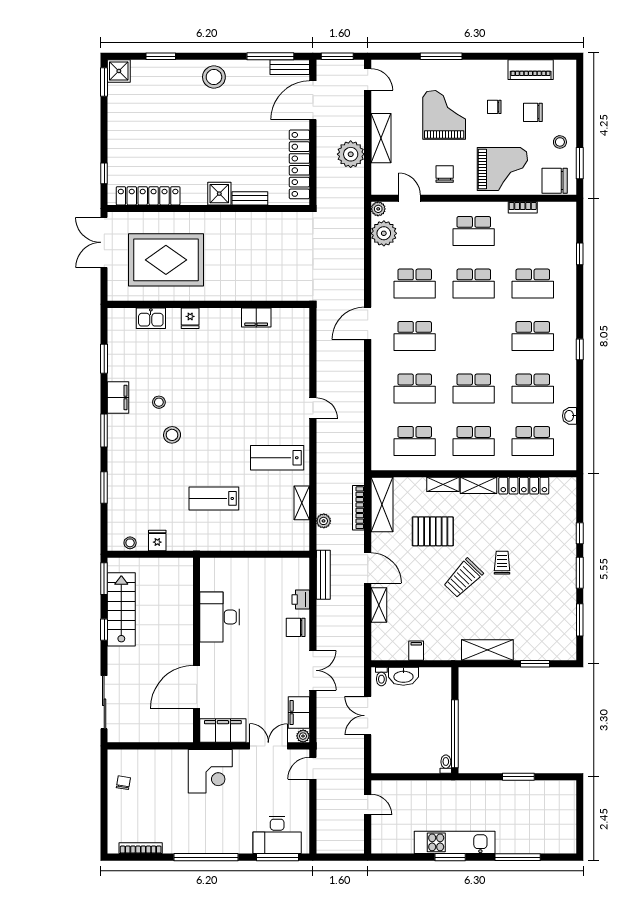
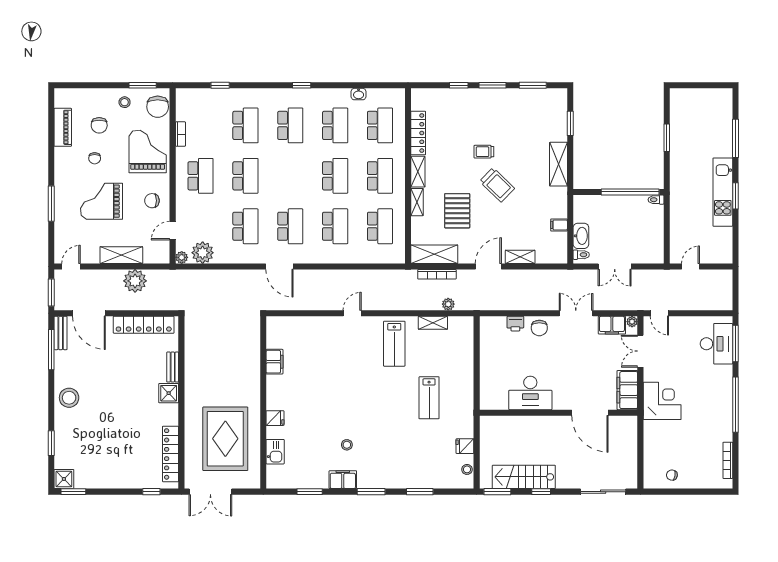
stool: (172, 435) -> (375, 434), removed
bench: (323, 575) -> (494, 304), removed

